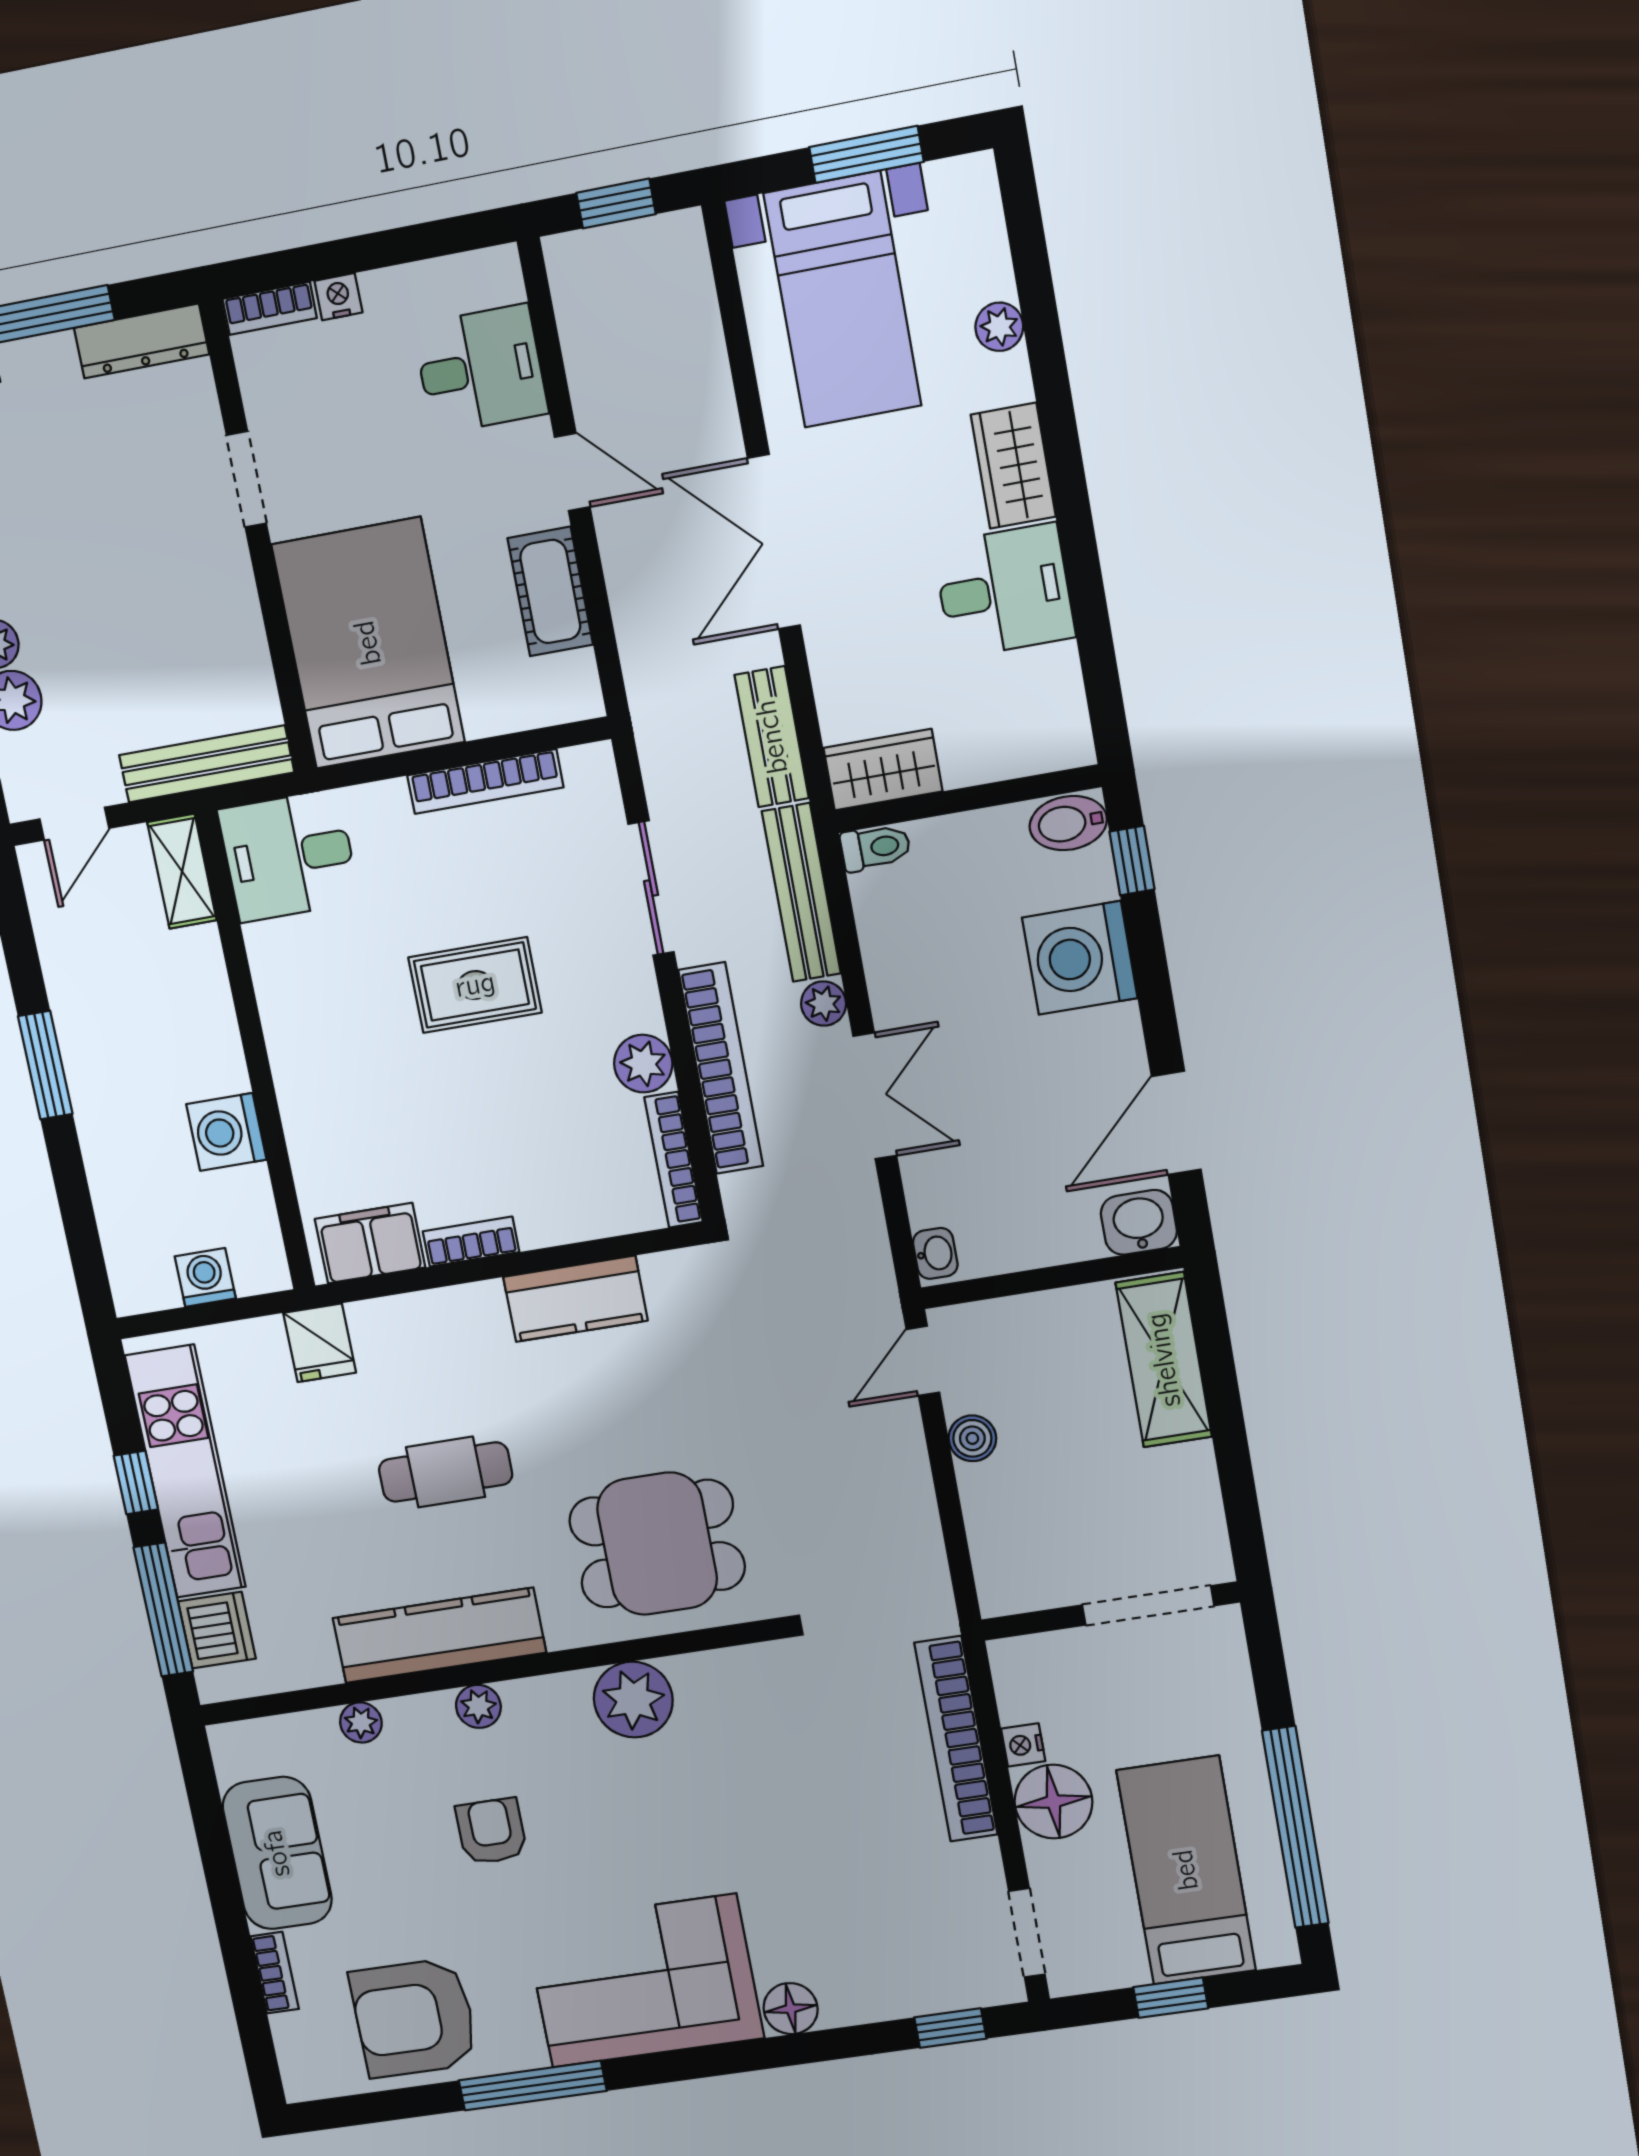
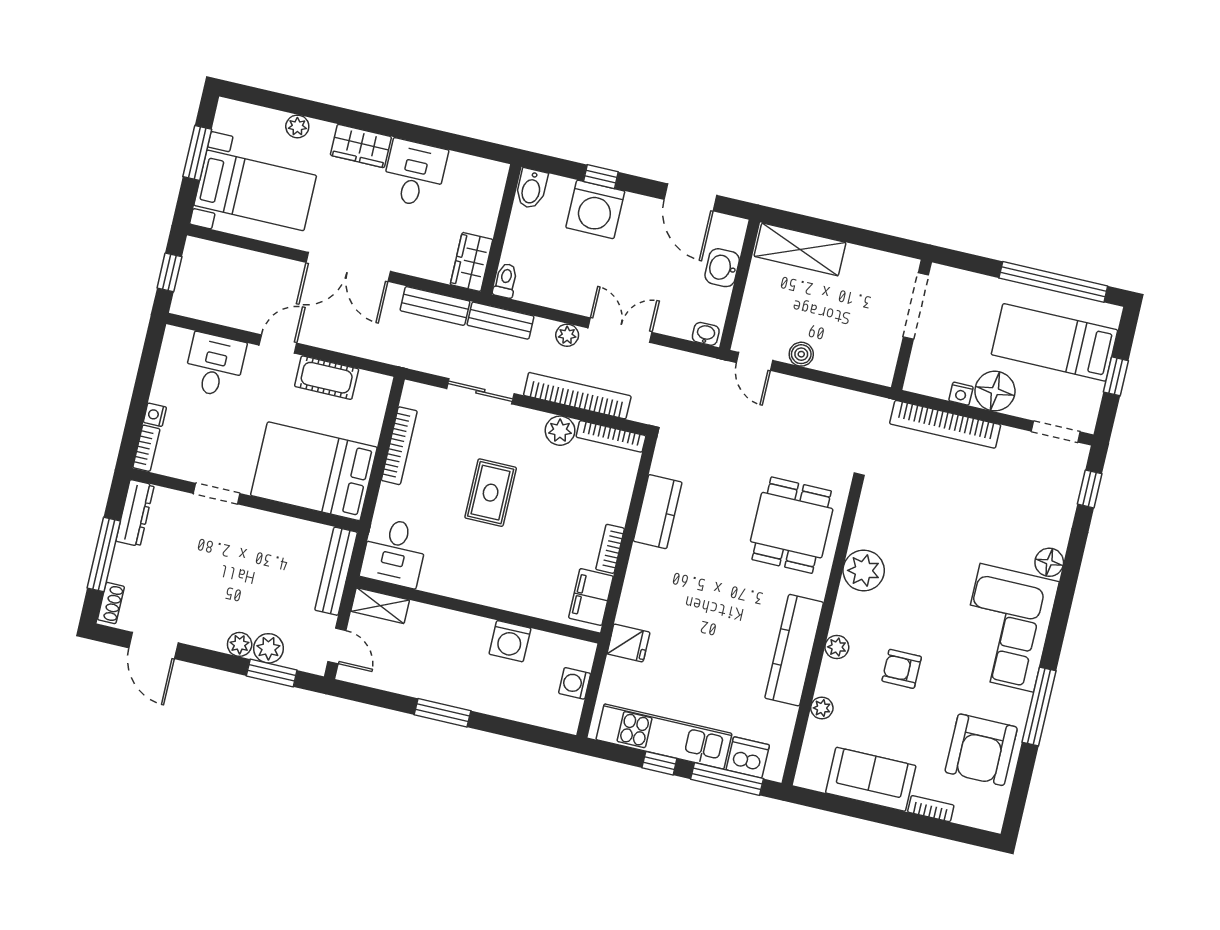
window: (1132, 861) -> (601, 177), moved
bench: (801, 893) -> (500, 321), width x0.73
washbasin: (1139, 1222) -> (722, 268), moved
cafe table: (446, 1472) -> (716, 611), removed

